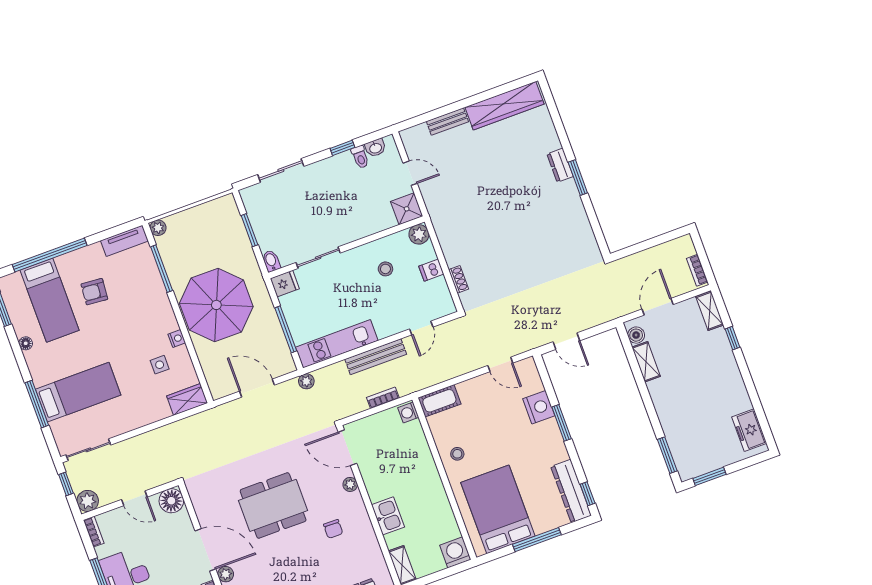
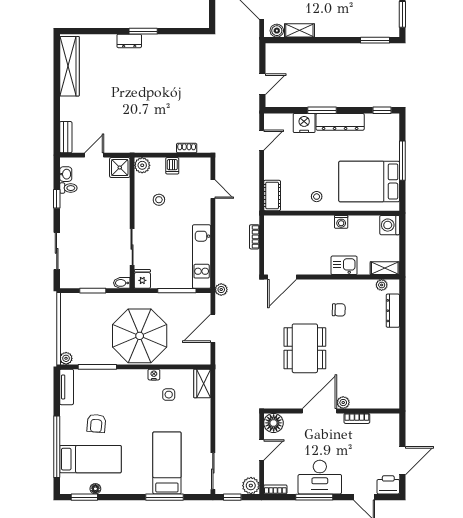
bench: (447, 122) -> (66, 137), moved
floor lamp: (26, 343) -> (95, 489), moved
bench: (376, 357) -> (222, 231), removed
washing machine: (408, 412) -> (341, 222), moved
plant: (350, 484) -> (382, 285), moved
dresser: (571, 491) -> (340, 122), moved

